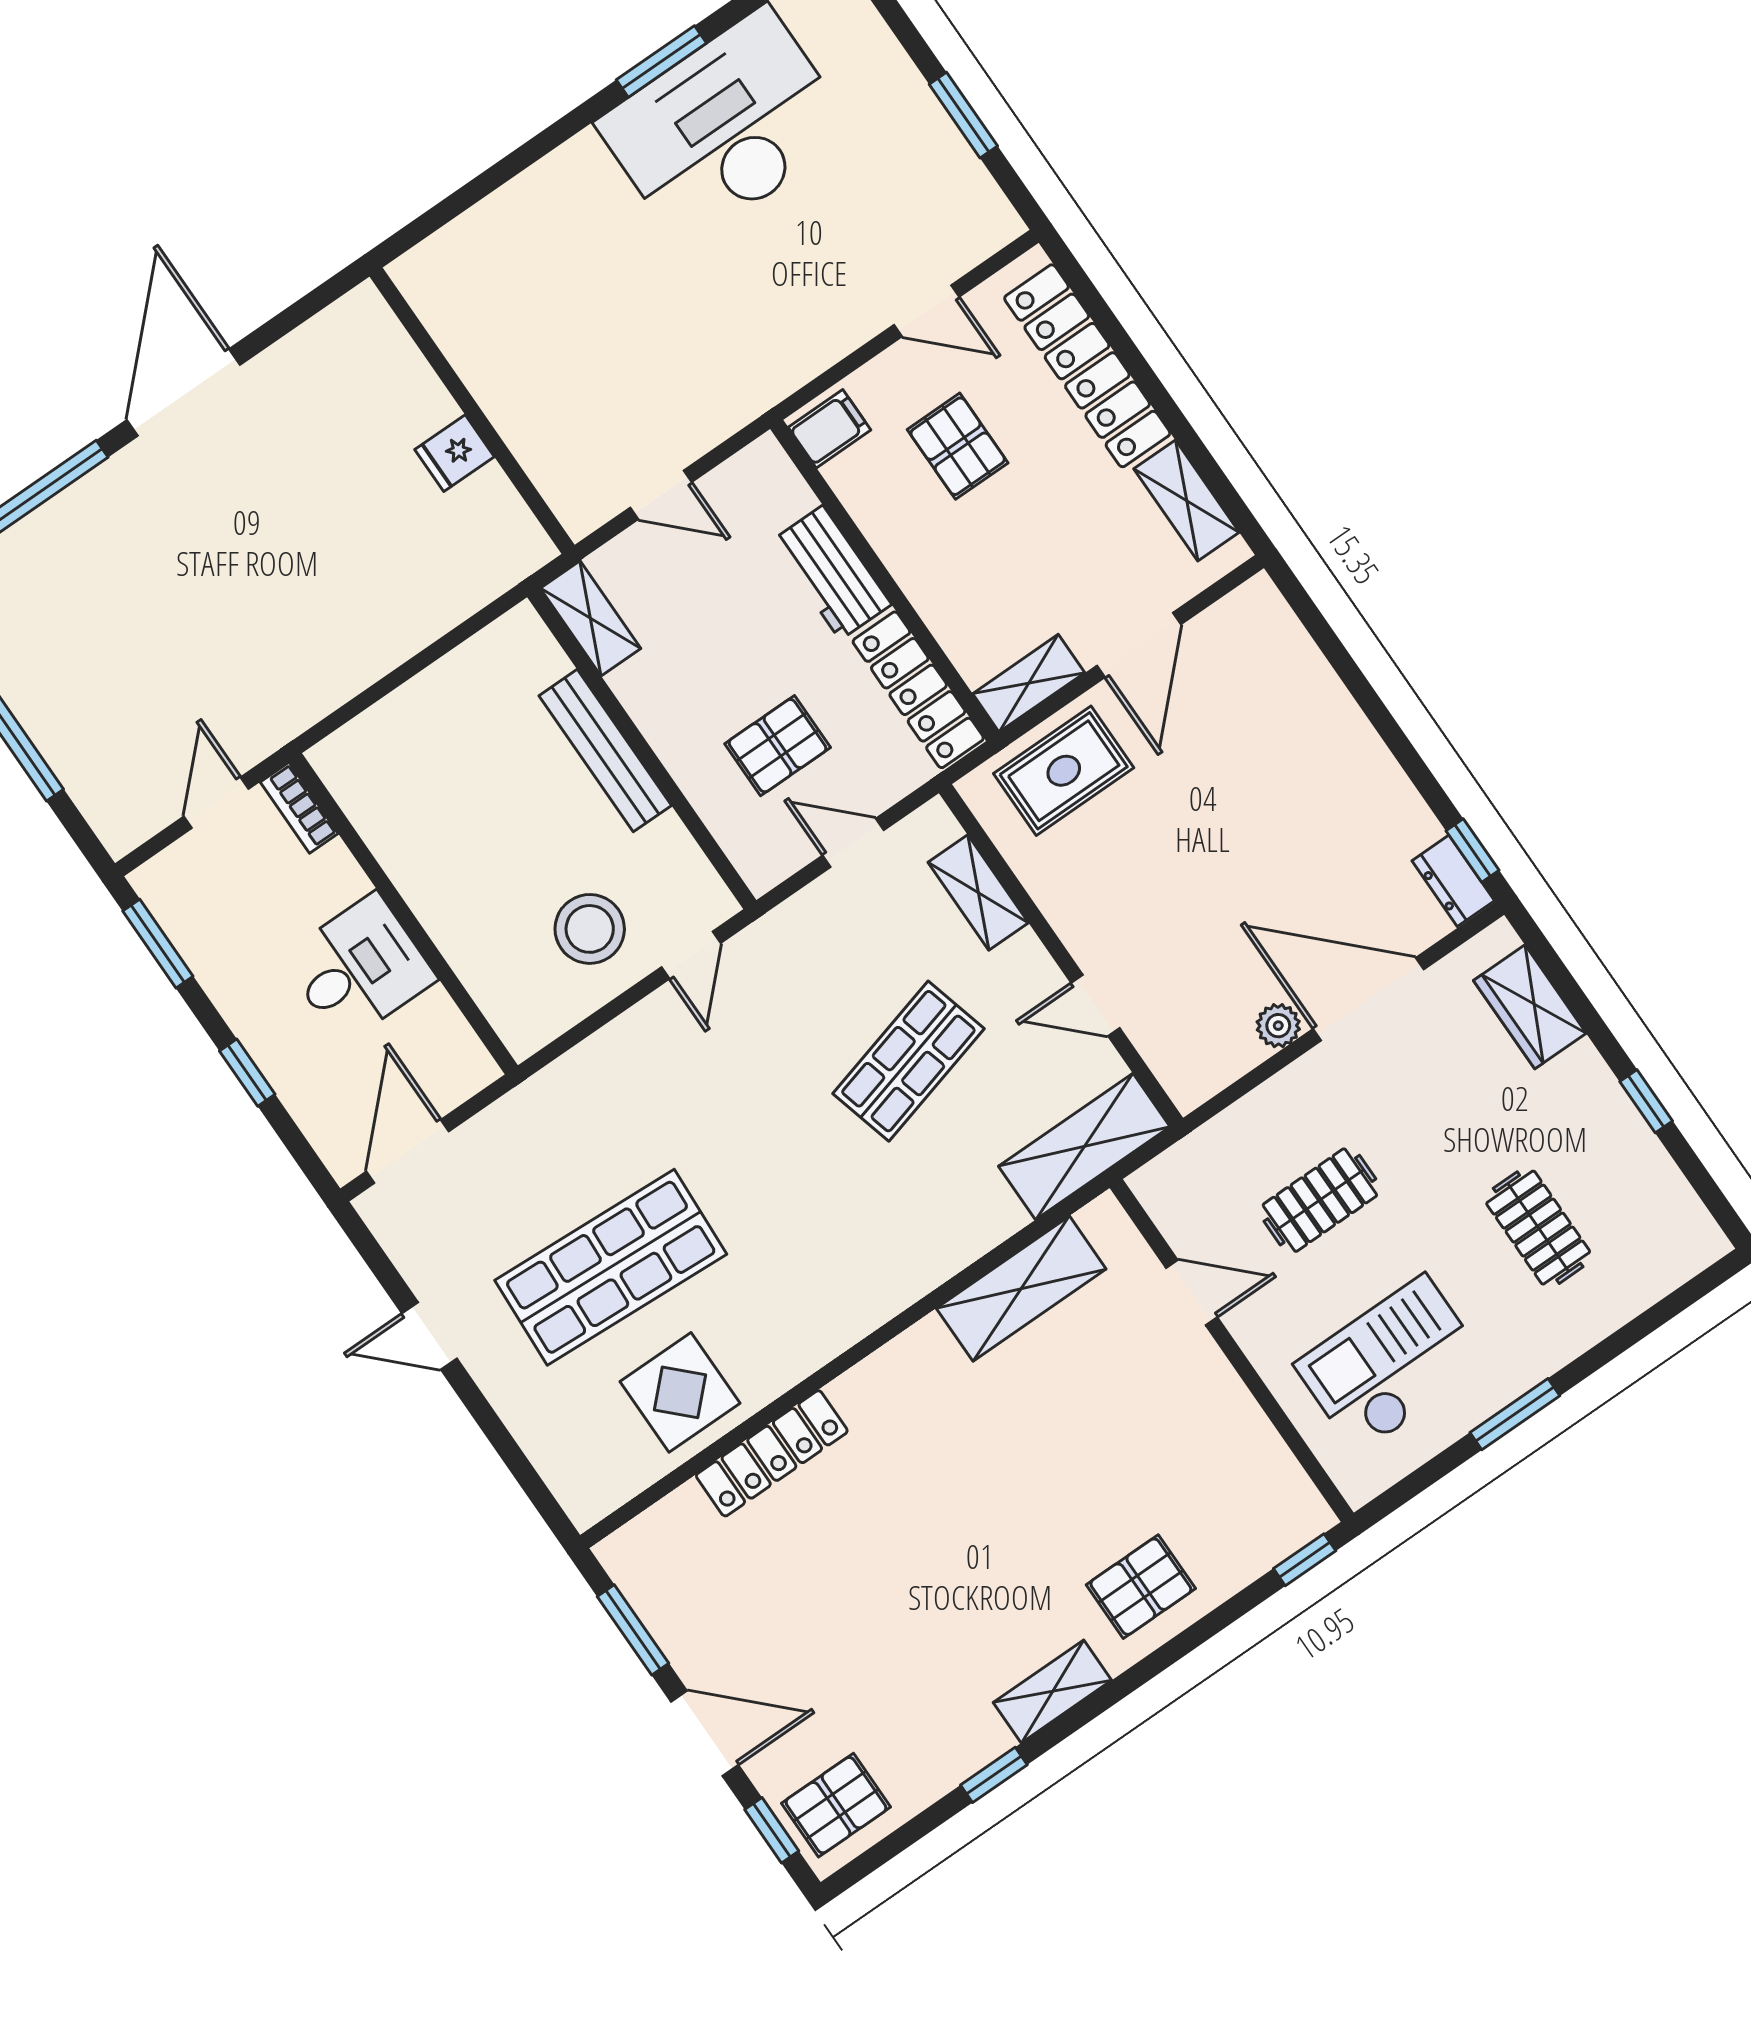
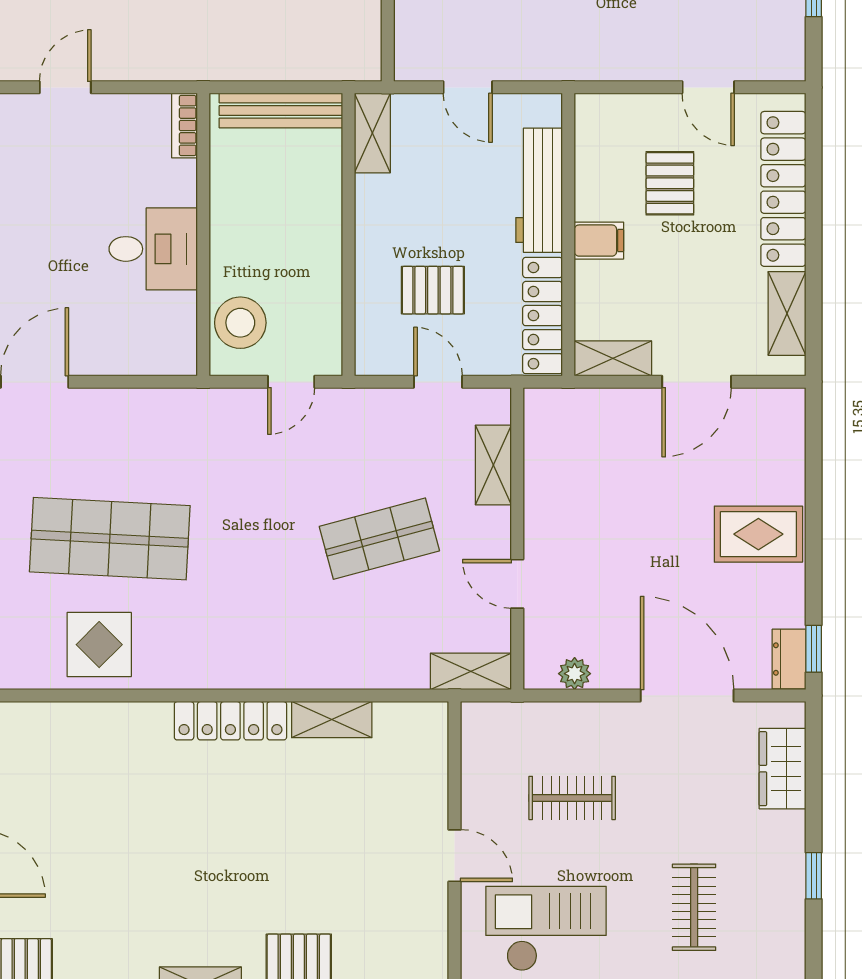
filing cabinet: (829, 429) -> (599, 241), moved
workbench: (831, 573) -> (539, 190), width x1.38
bench: (605, 751) -> (281, 110), moved, turned 90
rug: (1064, 771) -> (758, 534), moved
bookcase: (299, 808) -> (185, 126), moved
wall: (403, 914) -> (203, 234), moved
desk: (359, 968) -> (153, 249), moved
plant: (1278, 1026) -> (575, 674), moved
shelving: (1084, 1147) -> (471, 671), width x0.67, depth x0.75
shelving: (1021, 1289) -> (332, 720), width x0.67, depth x0.75
door: (1192, 1293) -> (455, 856), moved
locker: (772, 1453) -> (230, 721), moved

